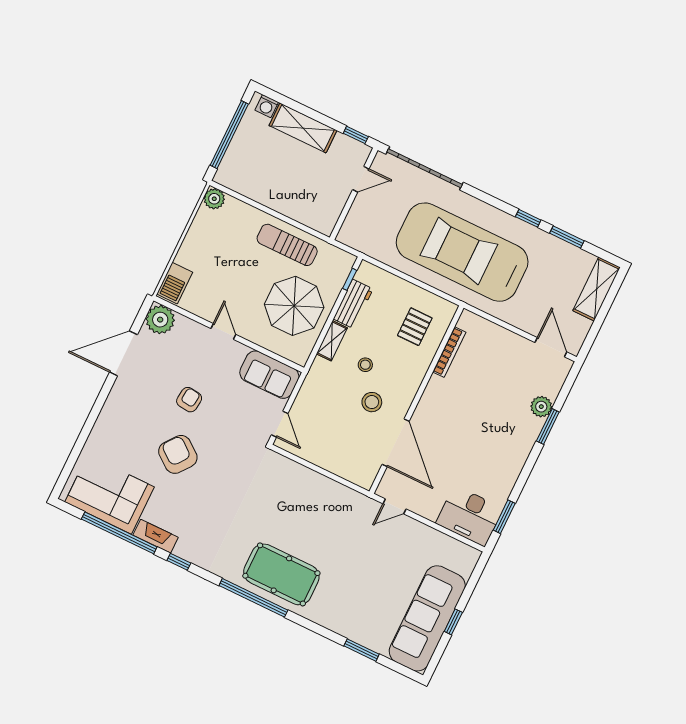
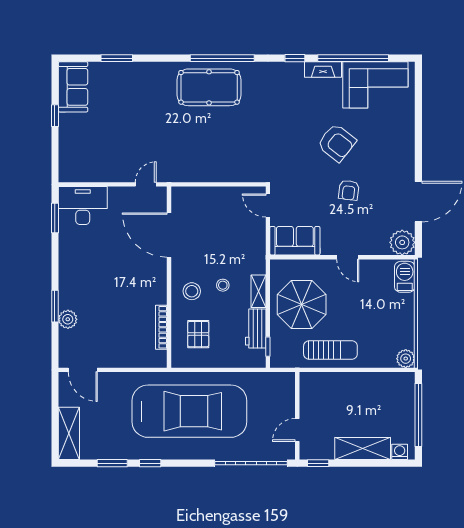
stool: (372, 402) -> (192, 291), moved
sofa: (427, 618) -> (73, 87), width x0.54, depth x0.79

